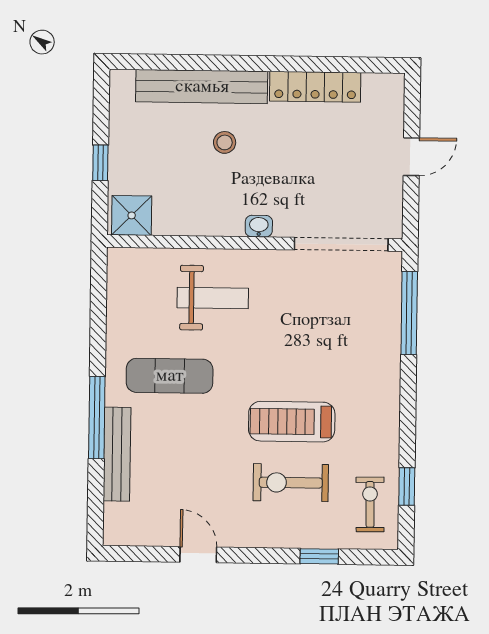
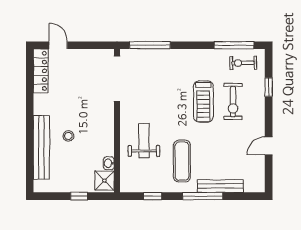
locker: (315, 87) -> (41, 71), moved
door: (411, 157) -> (58, 45), moved
washbasin: (259, 226) -> (109, 163), moved
window: (98, 314) -> (152, 196), added
window: (407, 486) -> (234, 45), width x2.17

